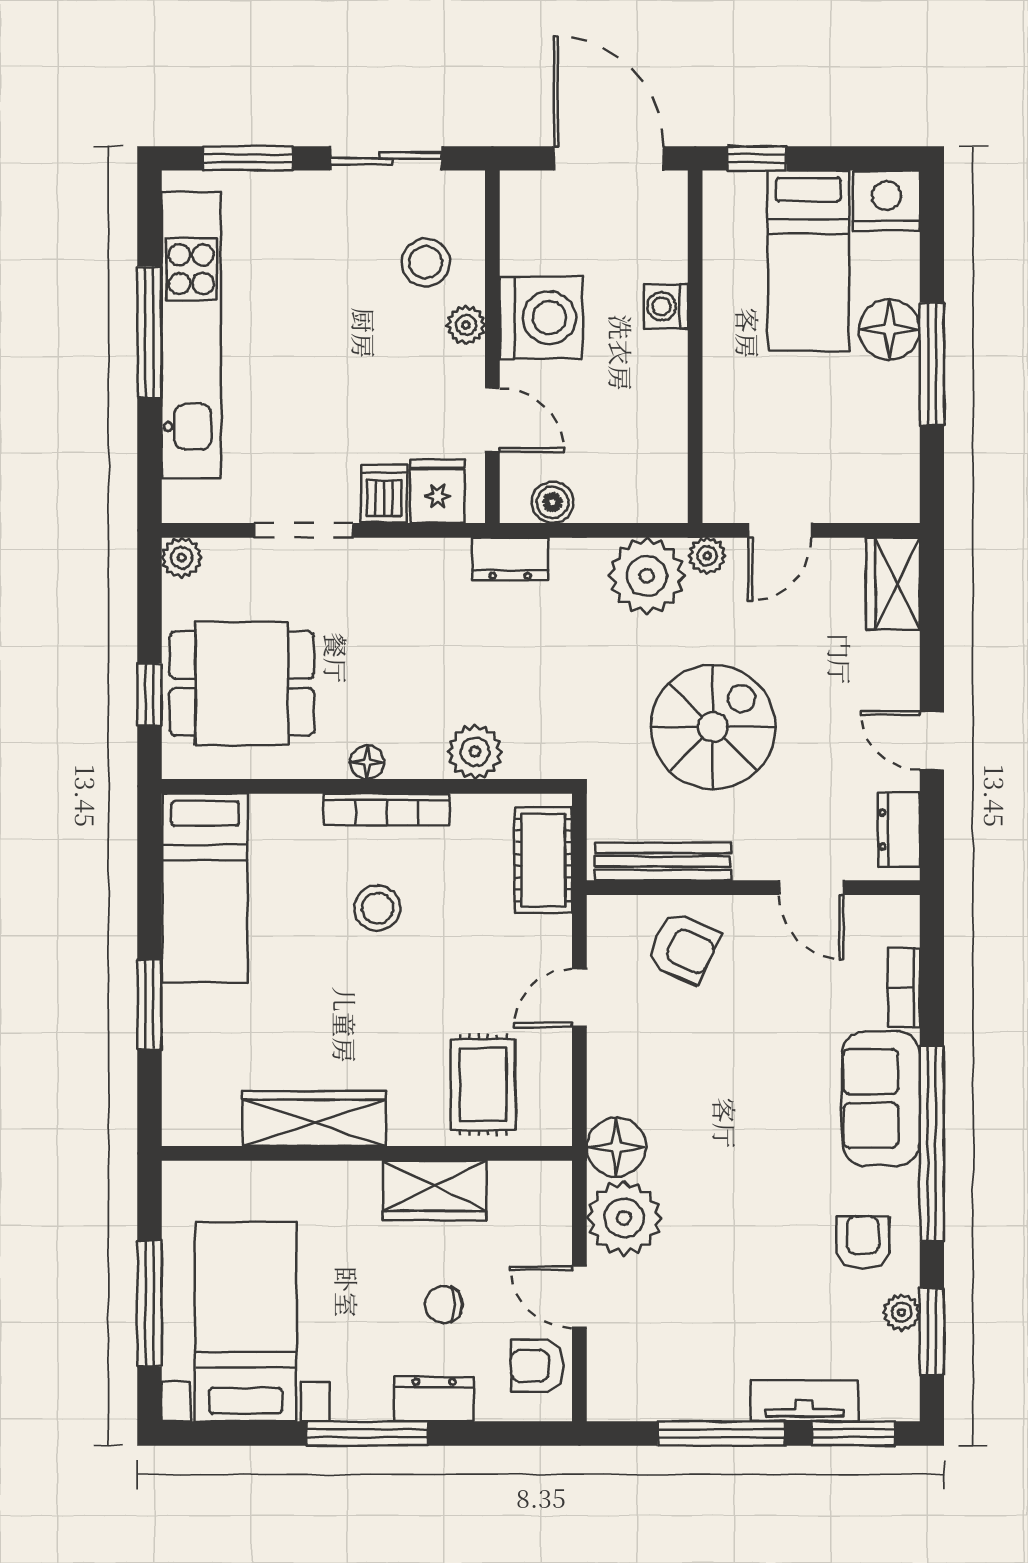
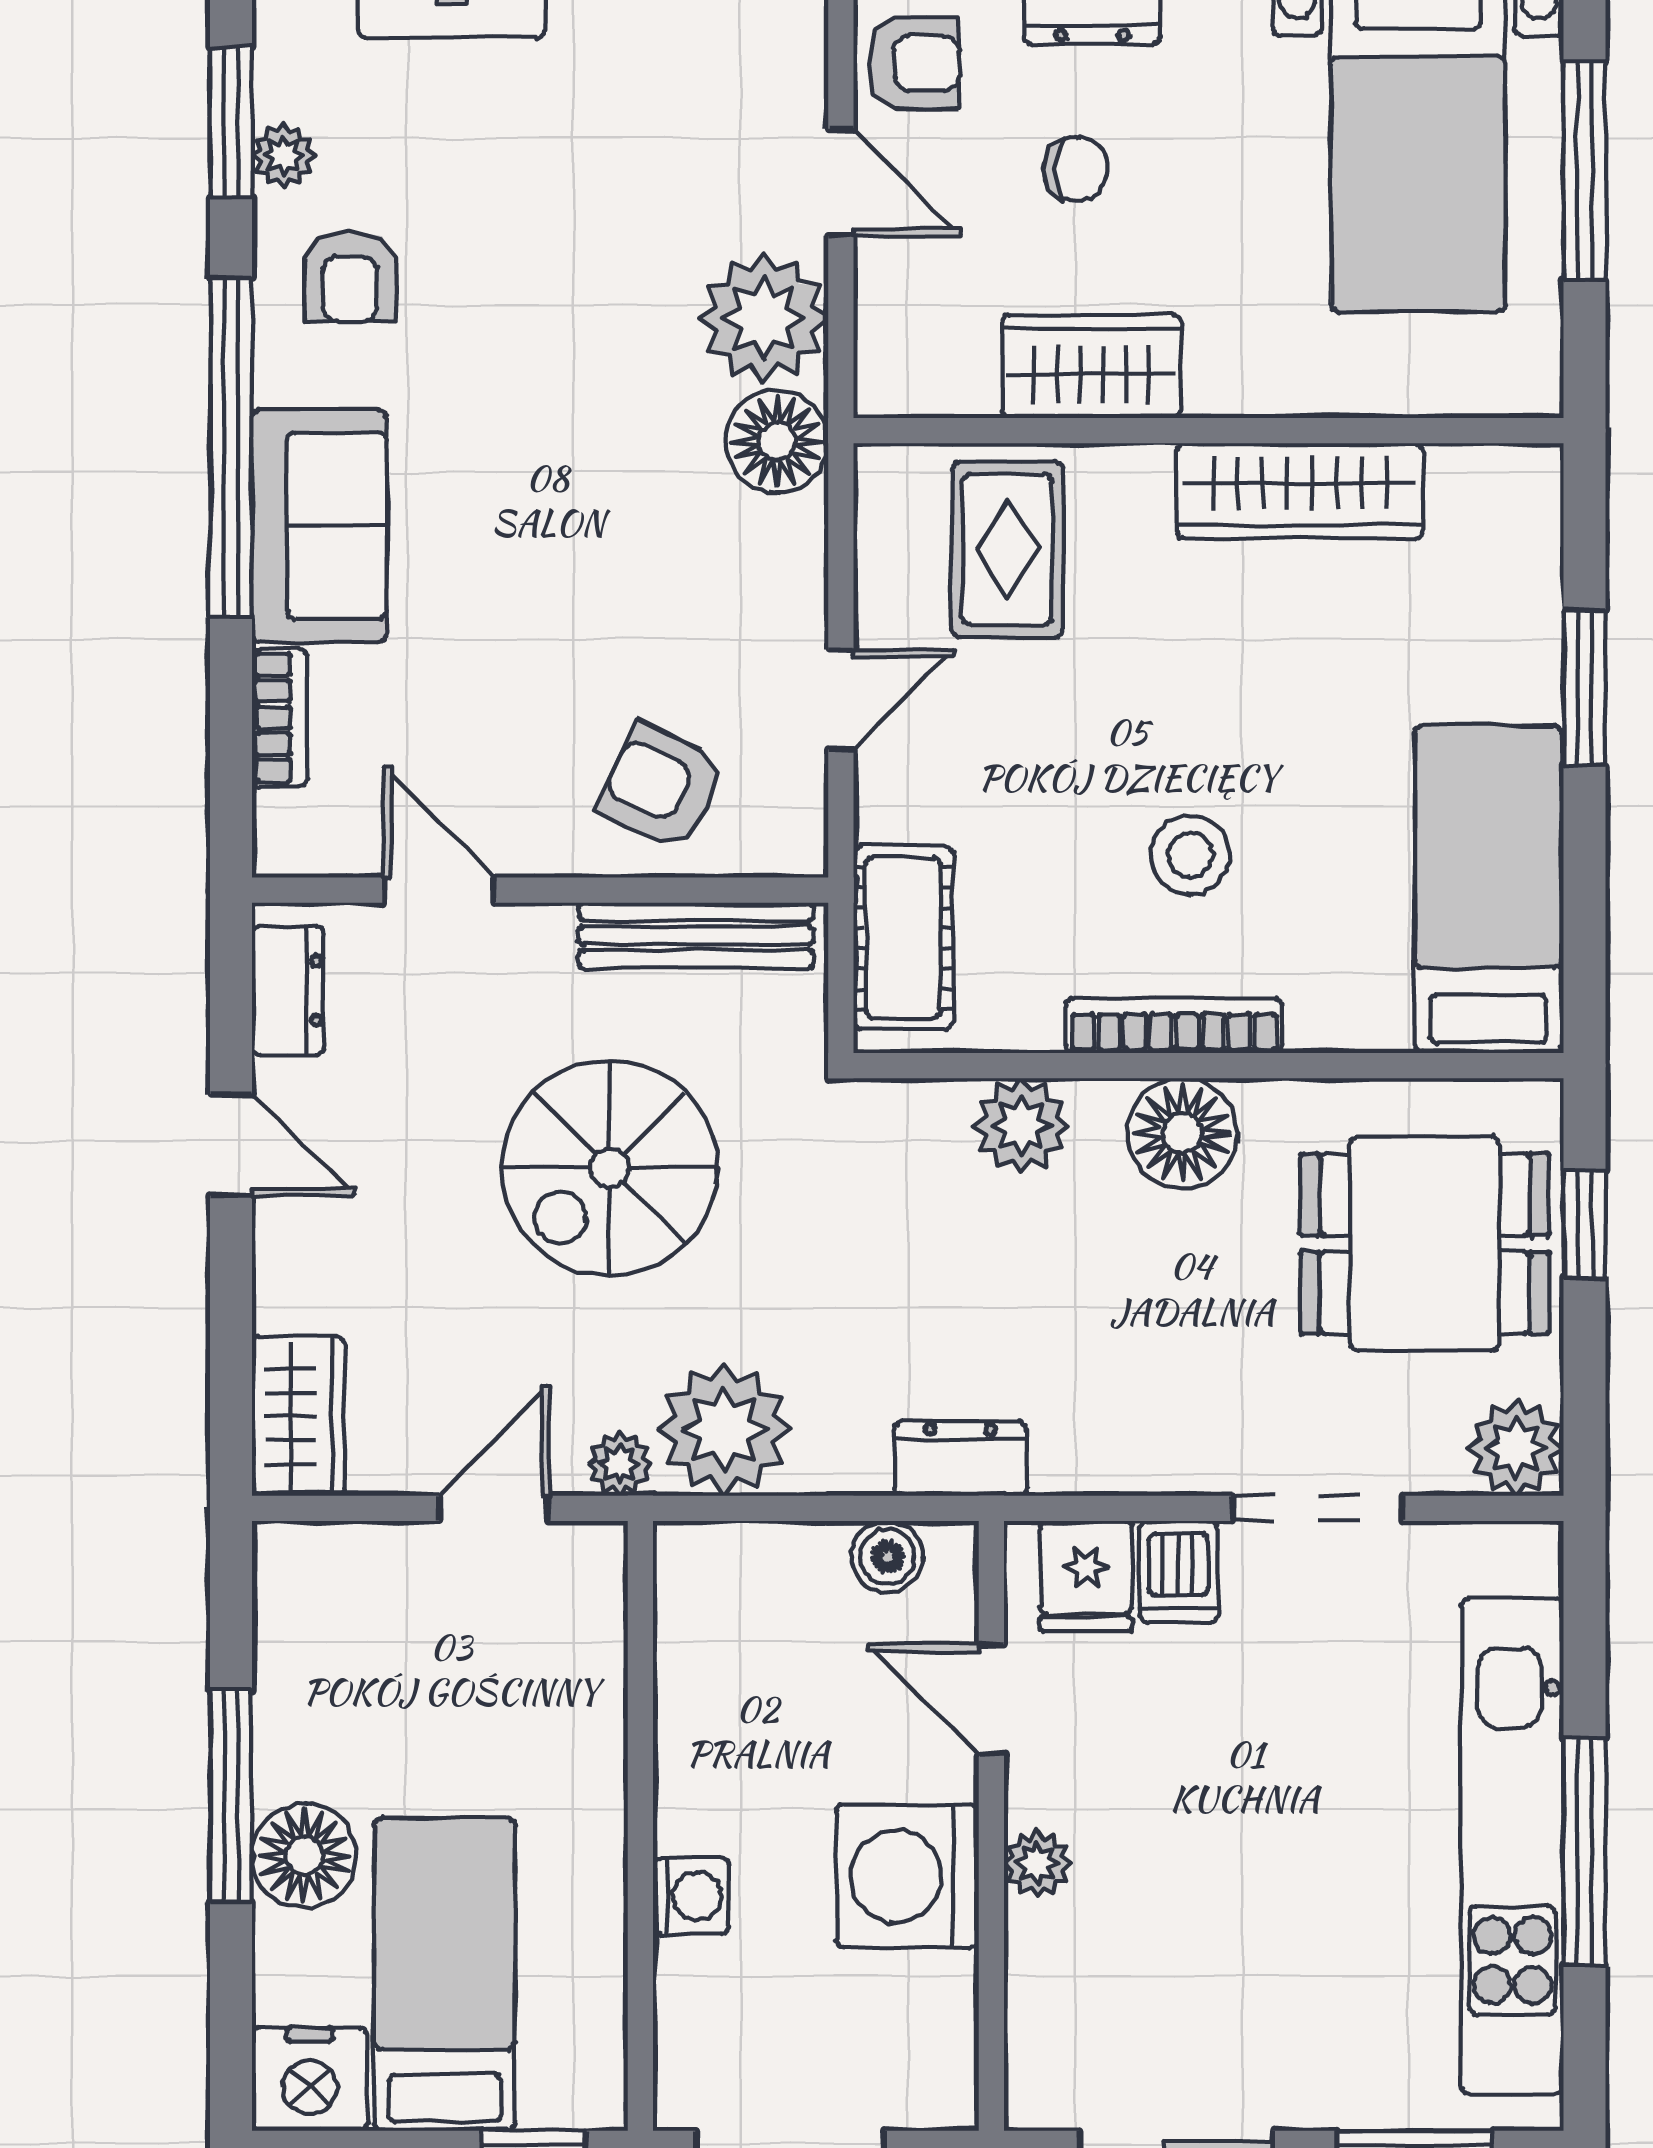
stool: (426, 262) -> (1107, 1972), removed
plant: (182, 558) -> (1516, 1448), width x1.38, depth x1.38
floor lamp: (367, 762) -> (1182, 1133), width x1.89, depth x1.89

